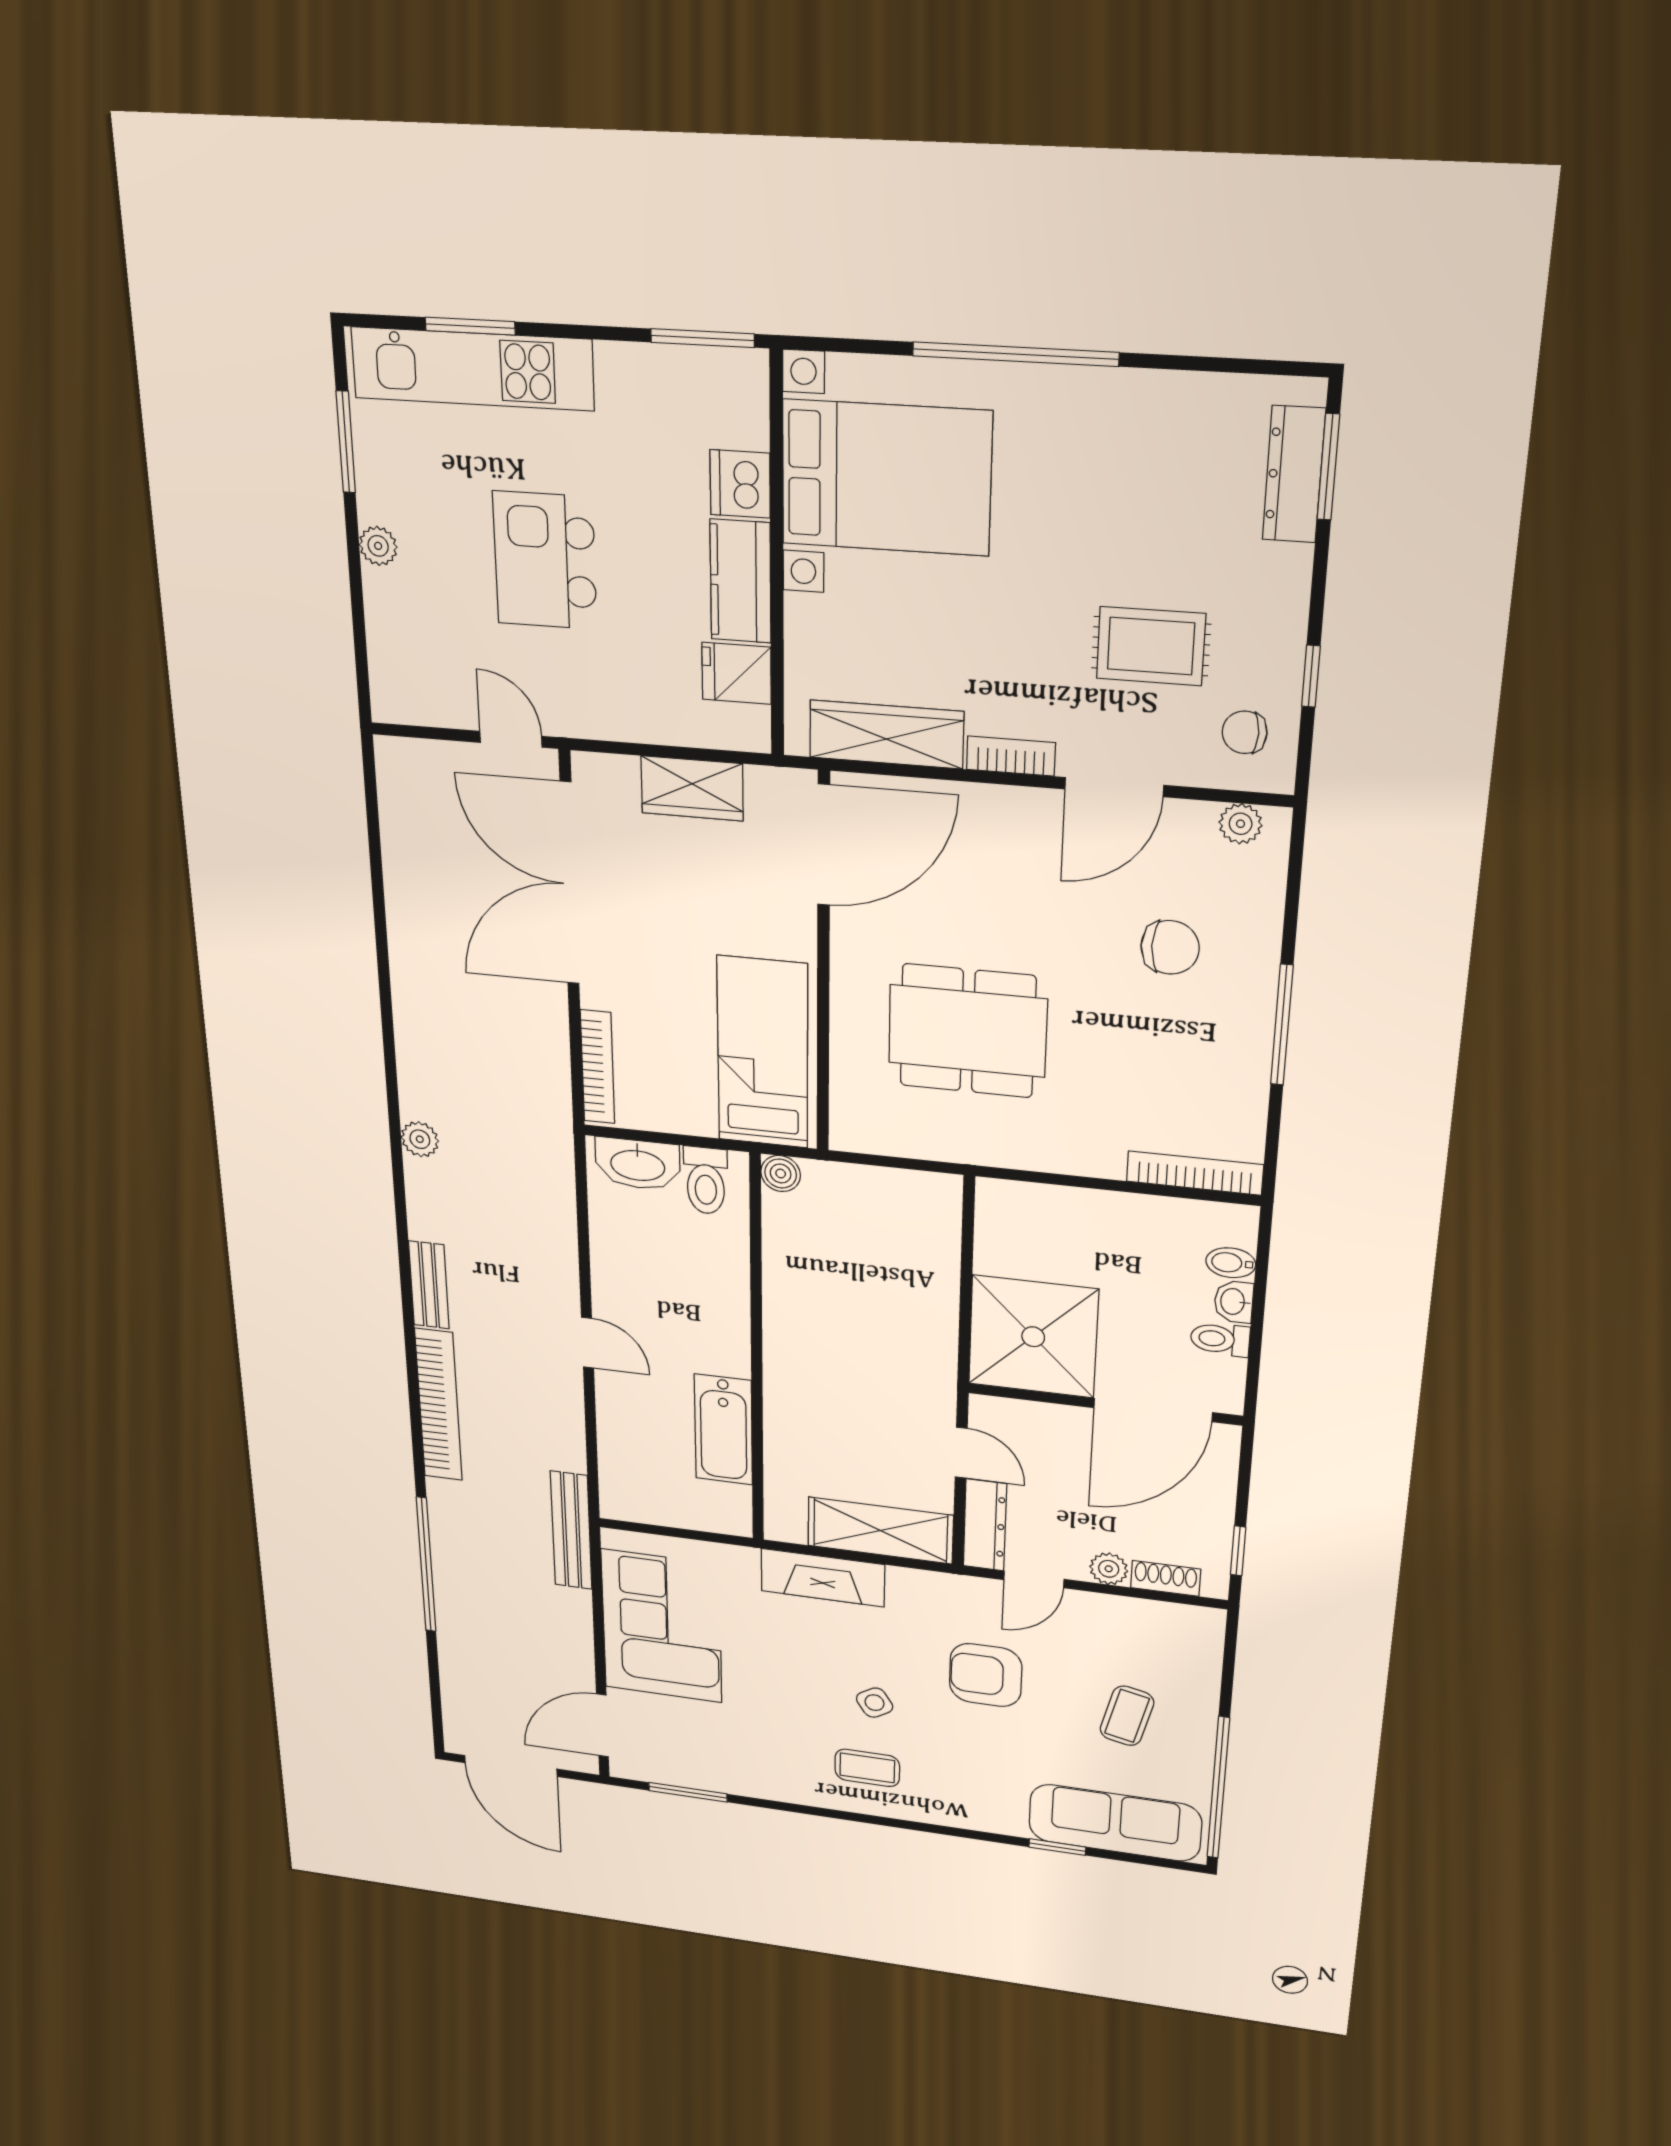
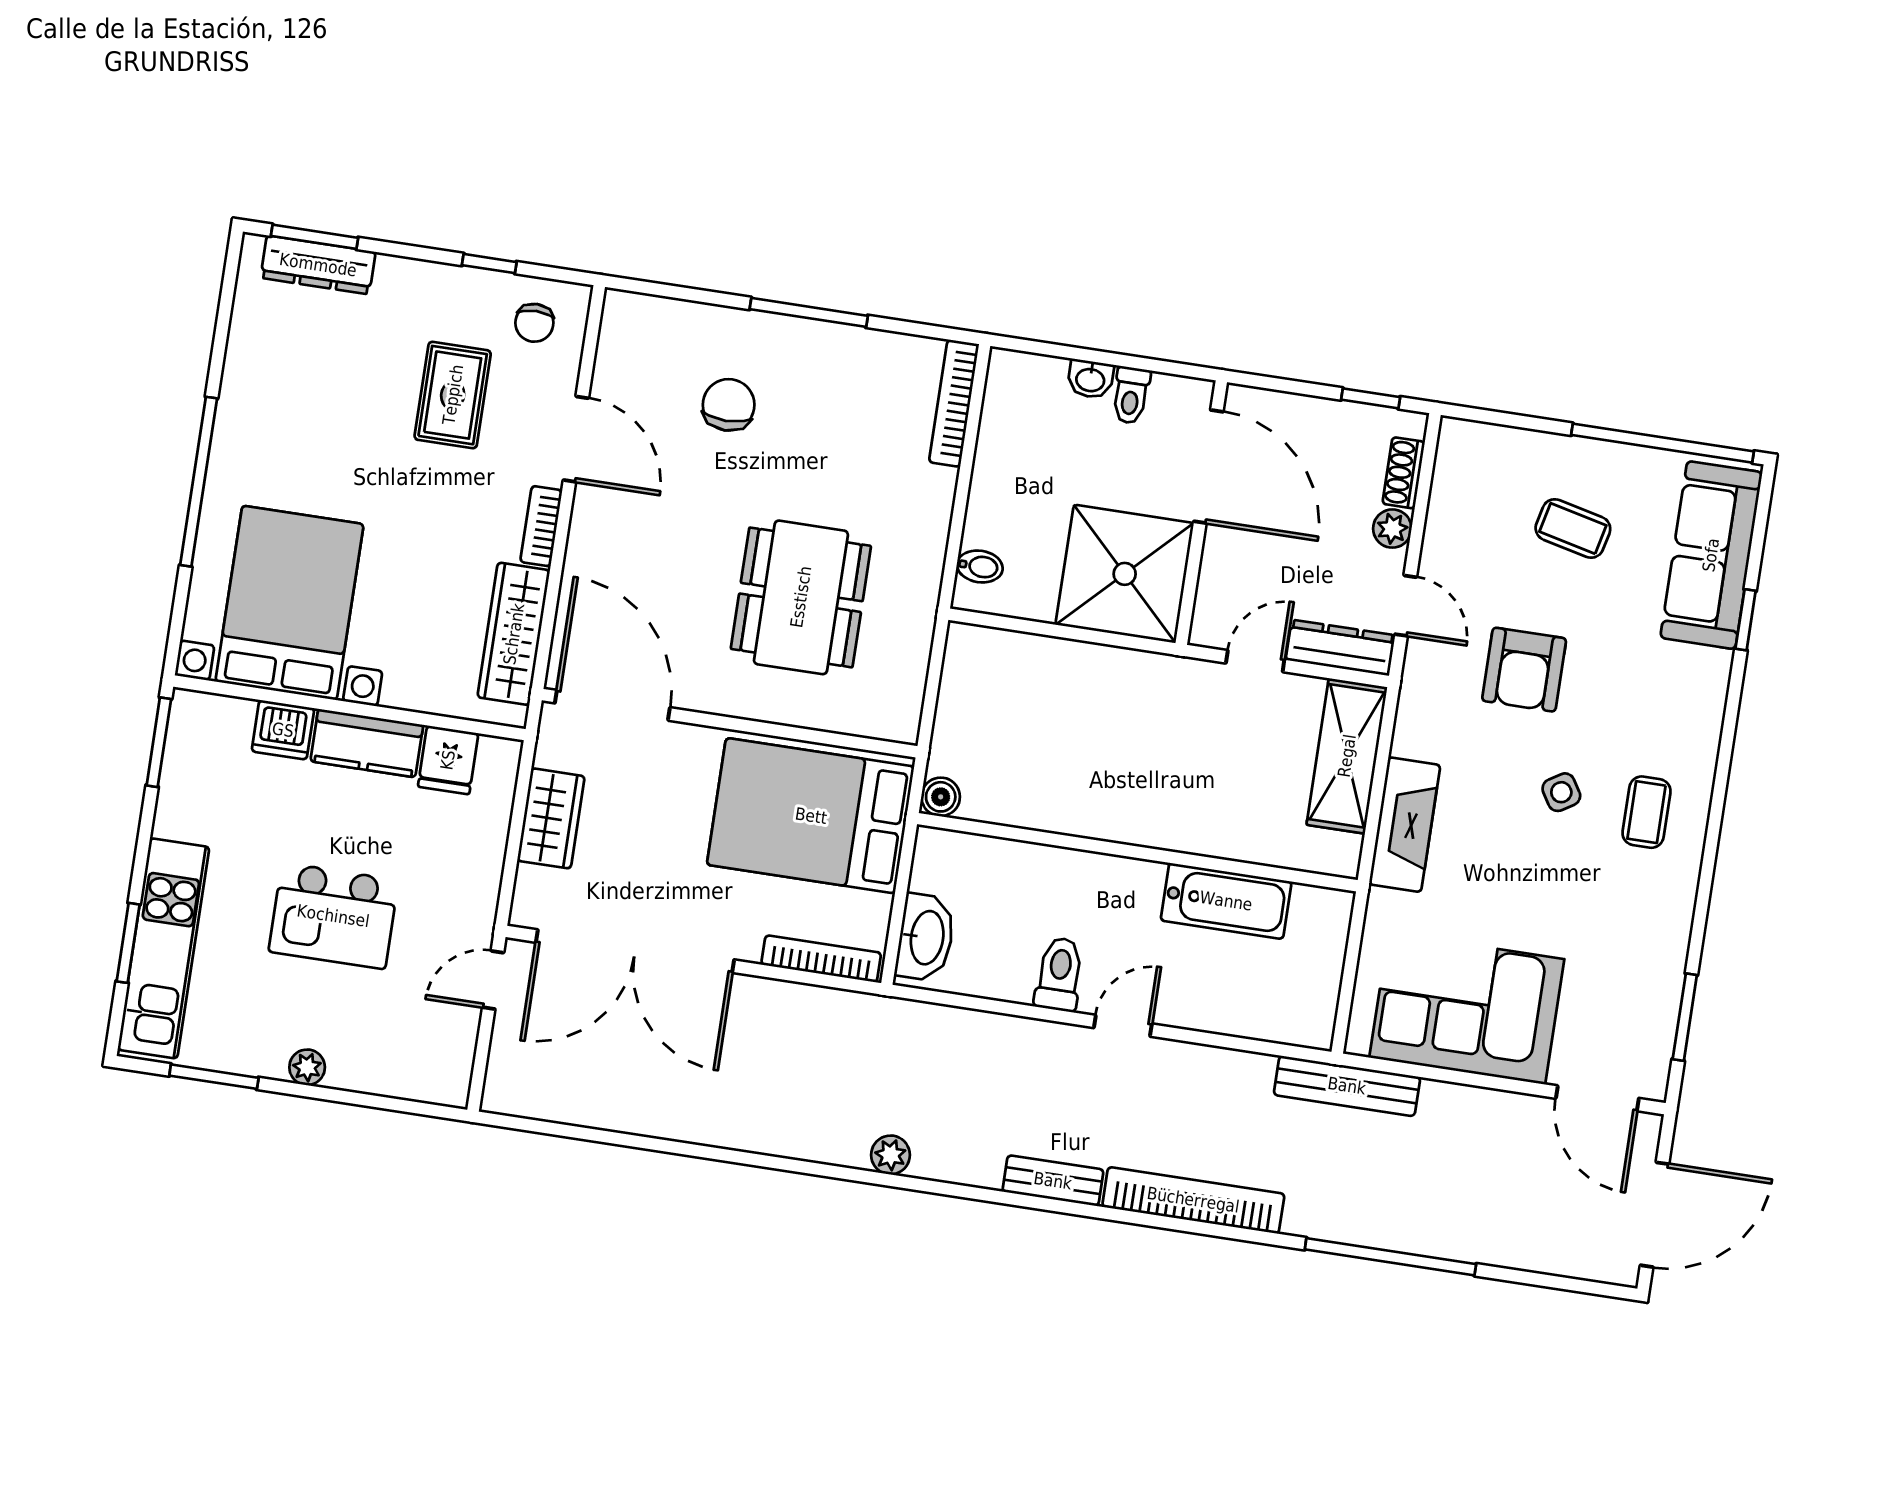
plant: (1241, 824) -> (617, 333), removed
bed: (763, 1053) -> (811, 816), width x1.50
toilet: (706, 1181) -> (1059, 974), moved, turned -90
bidet: (1231, 1263) -> (980, 566), moved, turned -90

